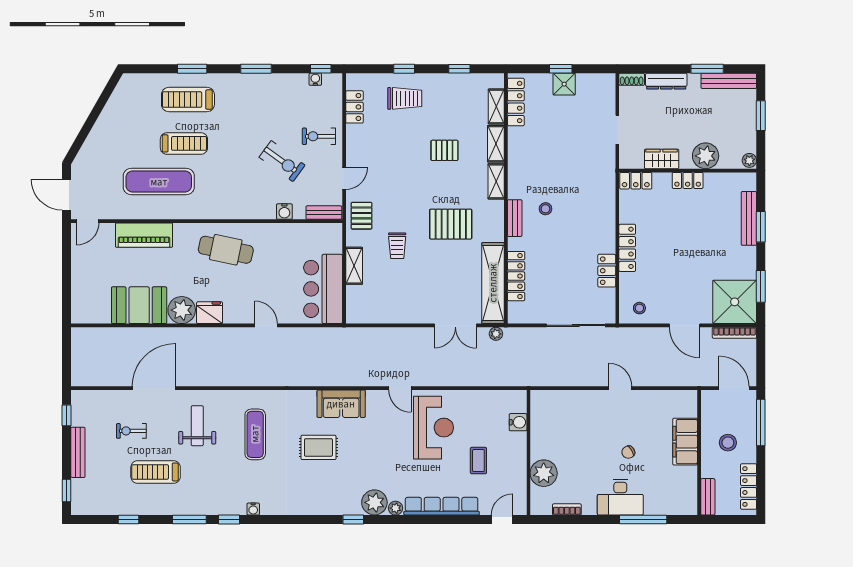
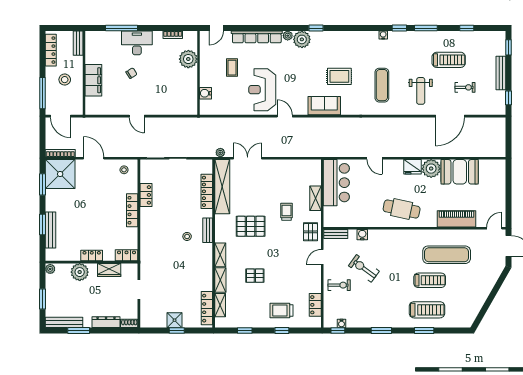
treadmill: (184, 143) -> (430, 280), turned 180

